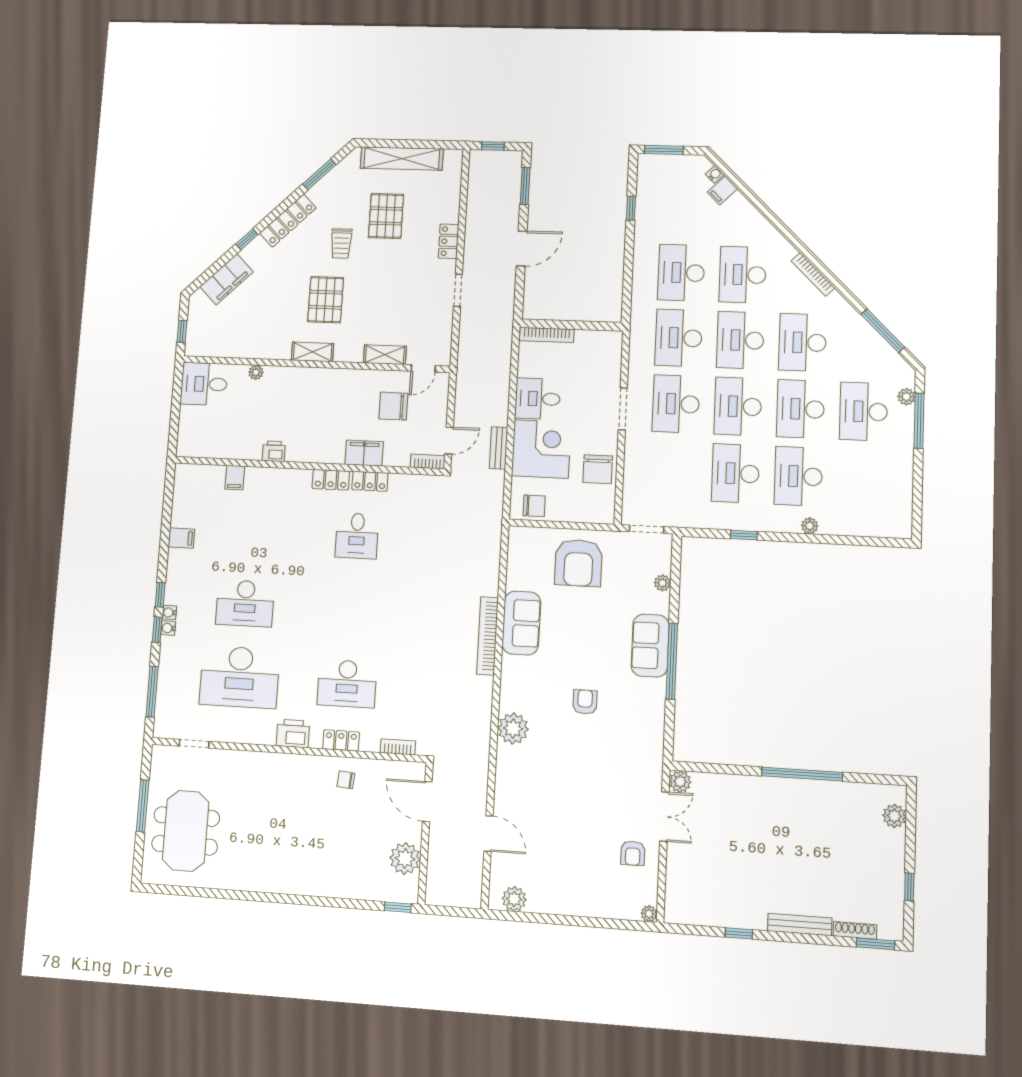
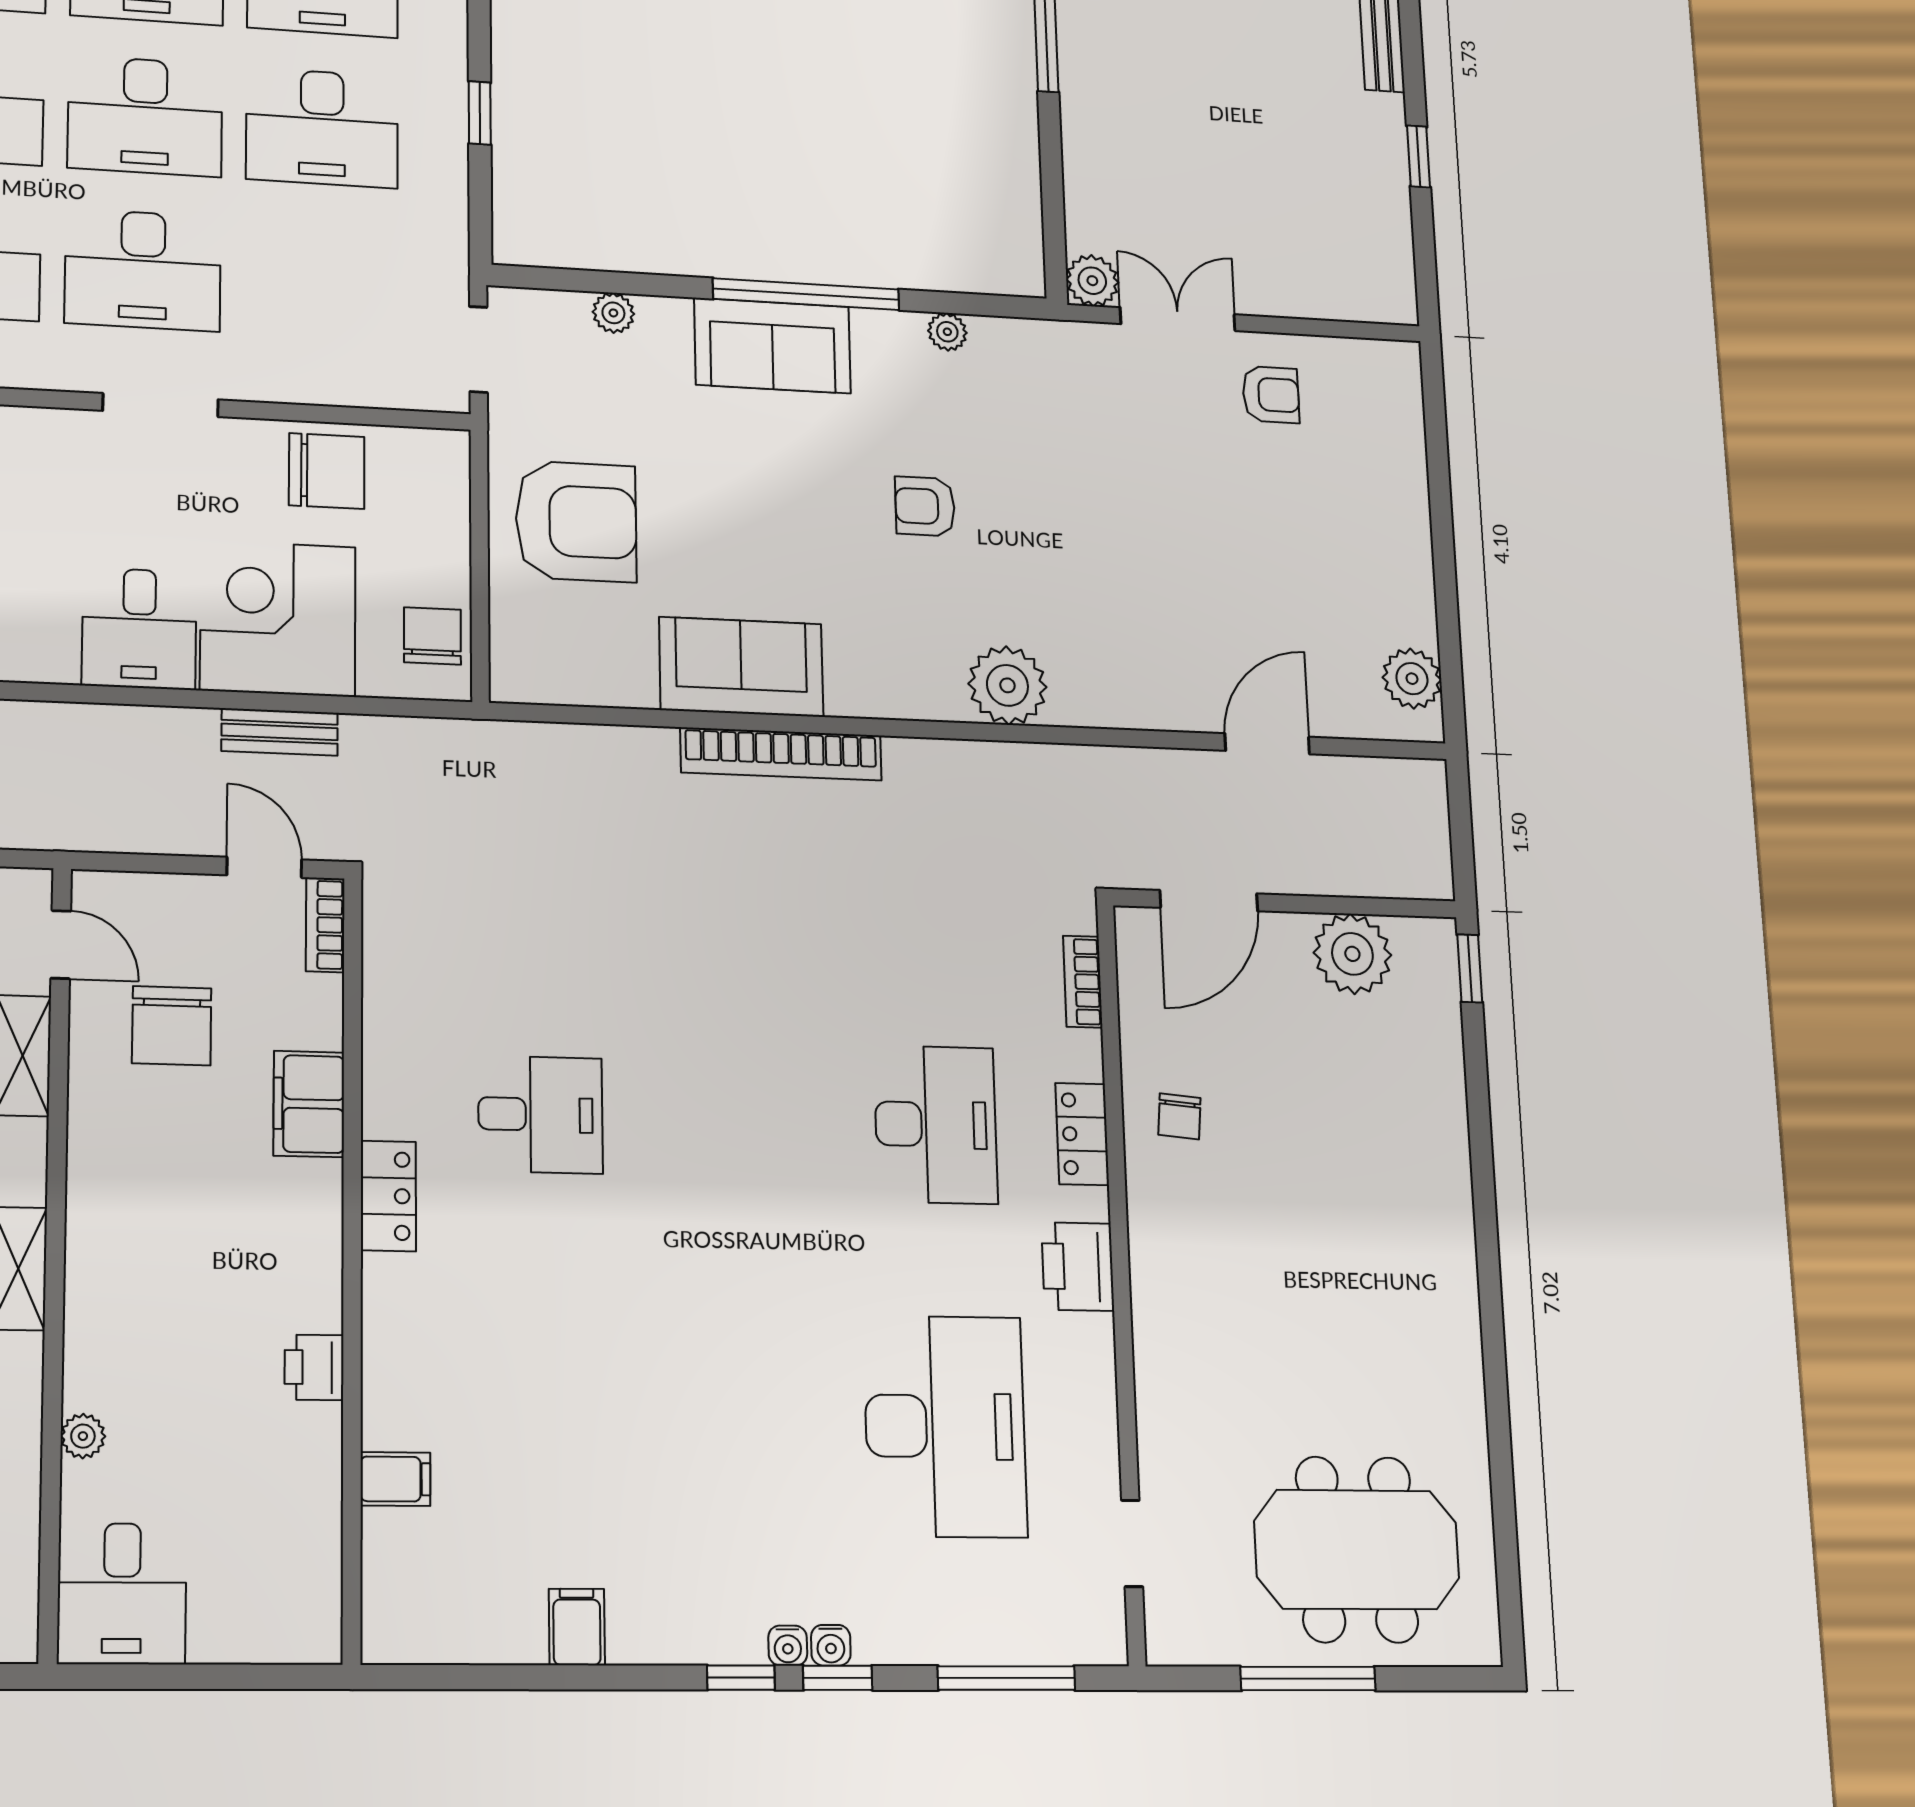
locker: (370, 481) -> (387, 1084), removed
desk: (245, 603) -> (746, 1424), removed
plant: (649, 914) -> (947, 332), moved

